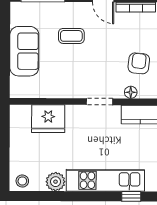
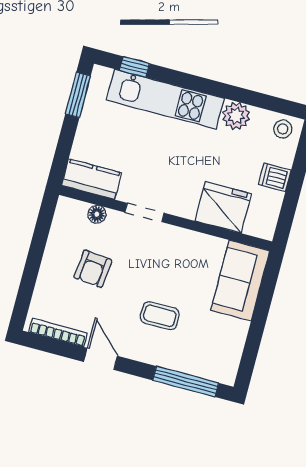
sofa: (24, 51) -> (240, 281), moved
armchair: (139, 63) -> (93, 269), moved
dishwasher: (19, 148) -> (275, 177), added

